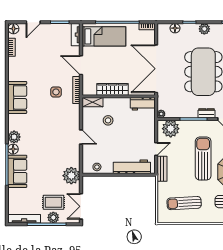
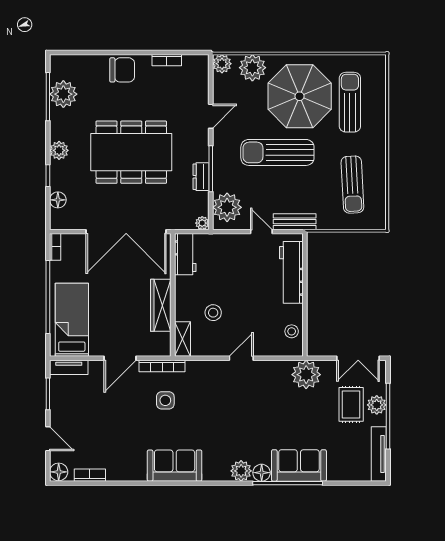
dresser: (207, 113) -> (201, 177), moved

